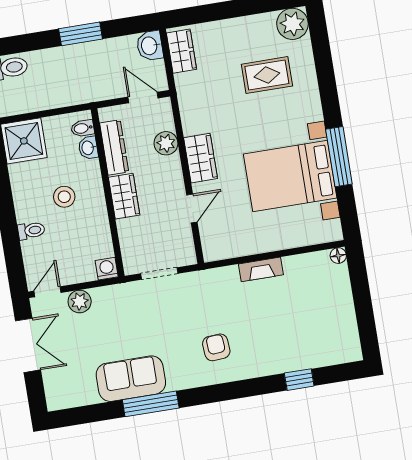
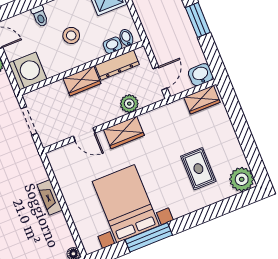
washing machine: (107, 269) -> (28, 71), width x1.89, depth x1.89

